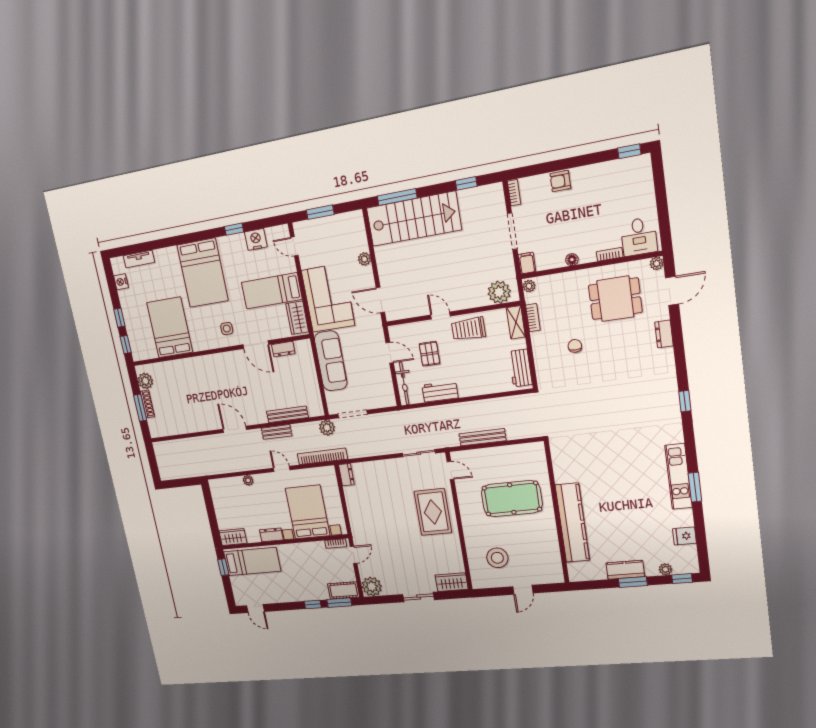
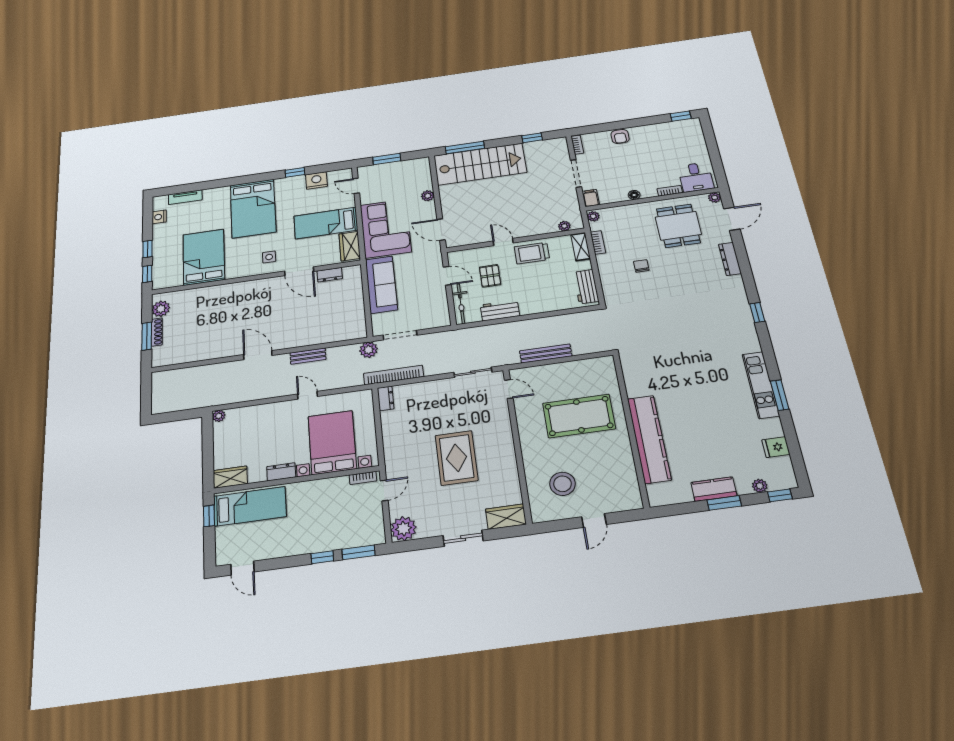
armchair: (560, 181) -> (620, 136), turned -90
plant: (499, 292) -> (564, 226), width x0.53, depth x0.53
dining table: (615, 299) -> (678, 226), turned 90
dresser: (664, 334) -> (730, 259), width x1.44
bench: (287, 414) -> (324, 338), removed
bookcase: (322, 456) -> (394, 375), moved
plant: (248, 480) -> (219, 416), moved
rug: (433, 512) -> (457, 458), moved
cot: (344, 590) -> (366, 536), removed

